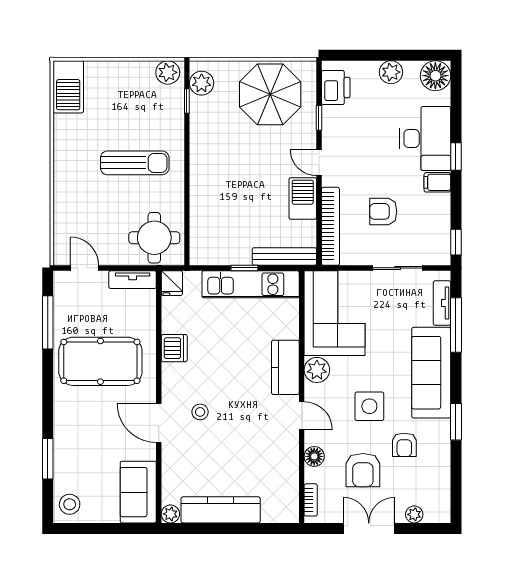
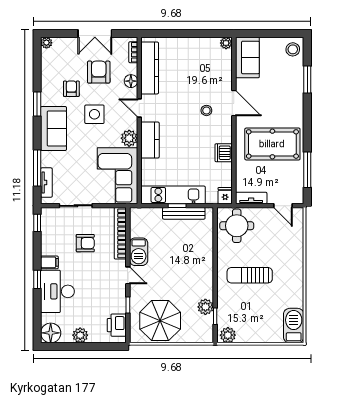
plant: (202, 83) -> (205, 307), moved
bench: (284, 256) -> (184, 213), moved
sofa: (431, 373) -> (54, 128), width x0.73
kitchen counter: (221, 510) -> (150, 68), moved, turned -90
plant: (414, 514) -> (46, 43), moved

